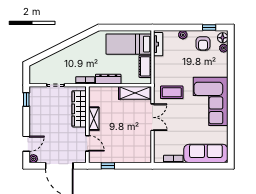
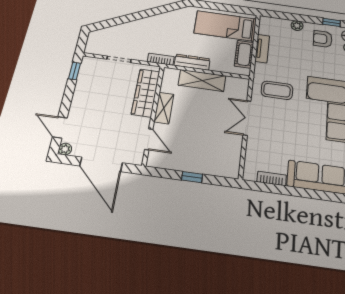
armchair: (203, 43) -> (323, 39), turned 90
tv unit: (158, 44) -> (262, 49), moved
shelving: (135, 93) -> (202, 80), moved
double door: (152, 117) -> (247, 118), swing flipped
door: (26, 144) -> (60, 127), swing flipped
window: (108, 166) -> (192, 177), moved

